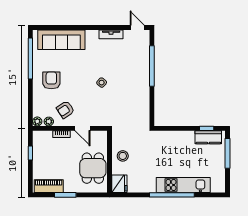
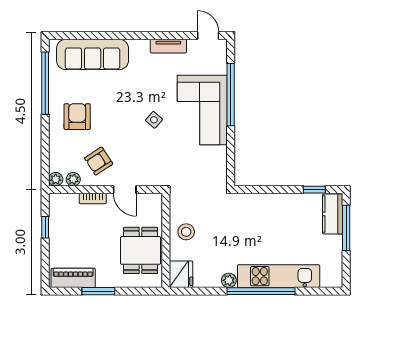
corner sofa: (133, 76) -> (202, 110), added
kitchen counter: (208, 137) -> (333, 214), moved, turned 90
plant: (151, 188) -> (229, 280), added

